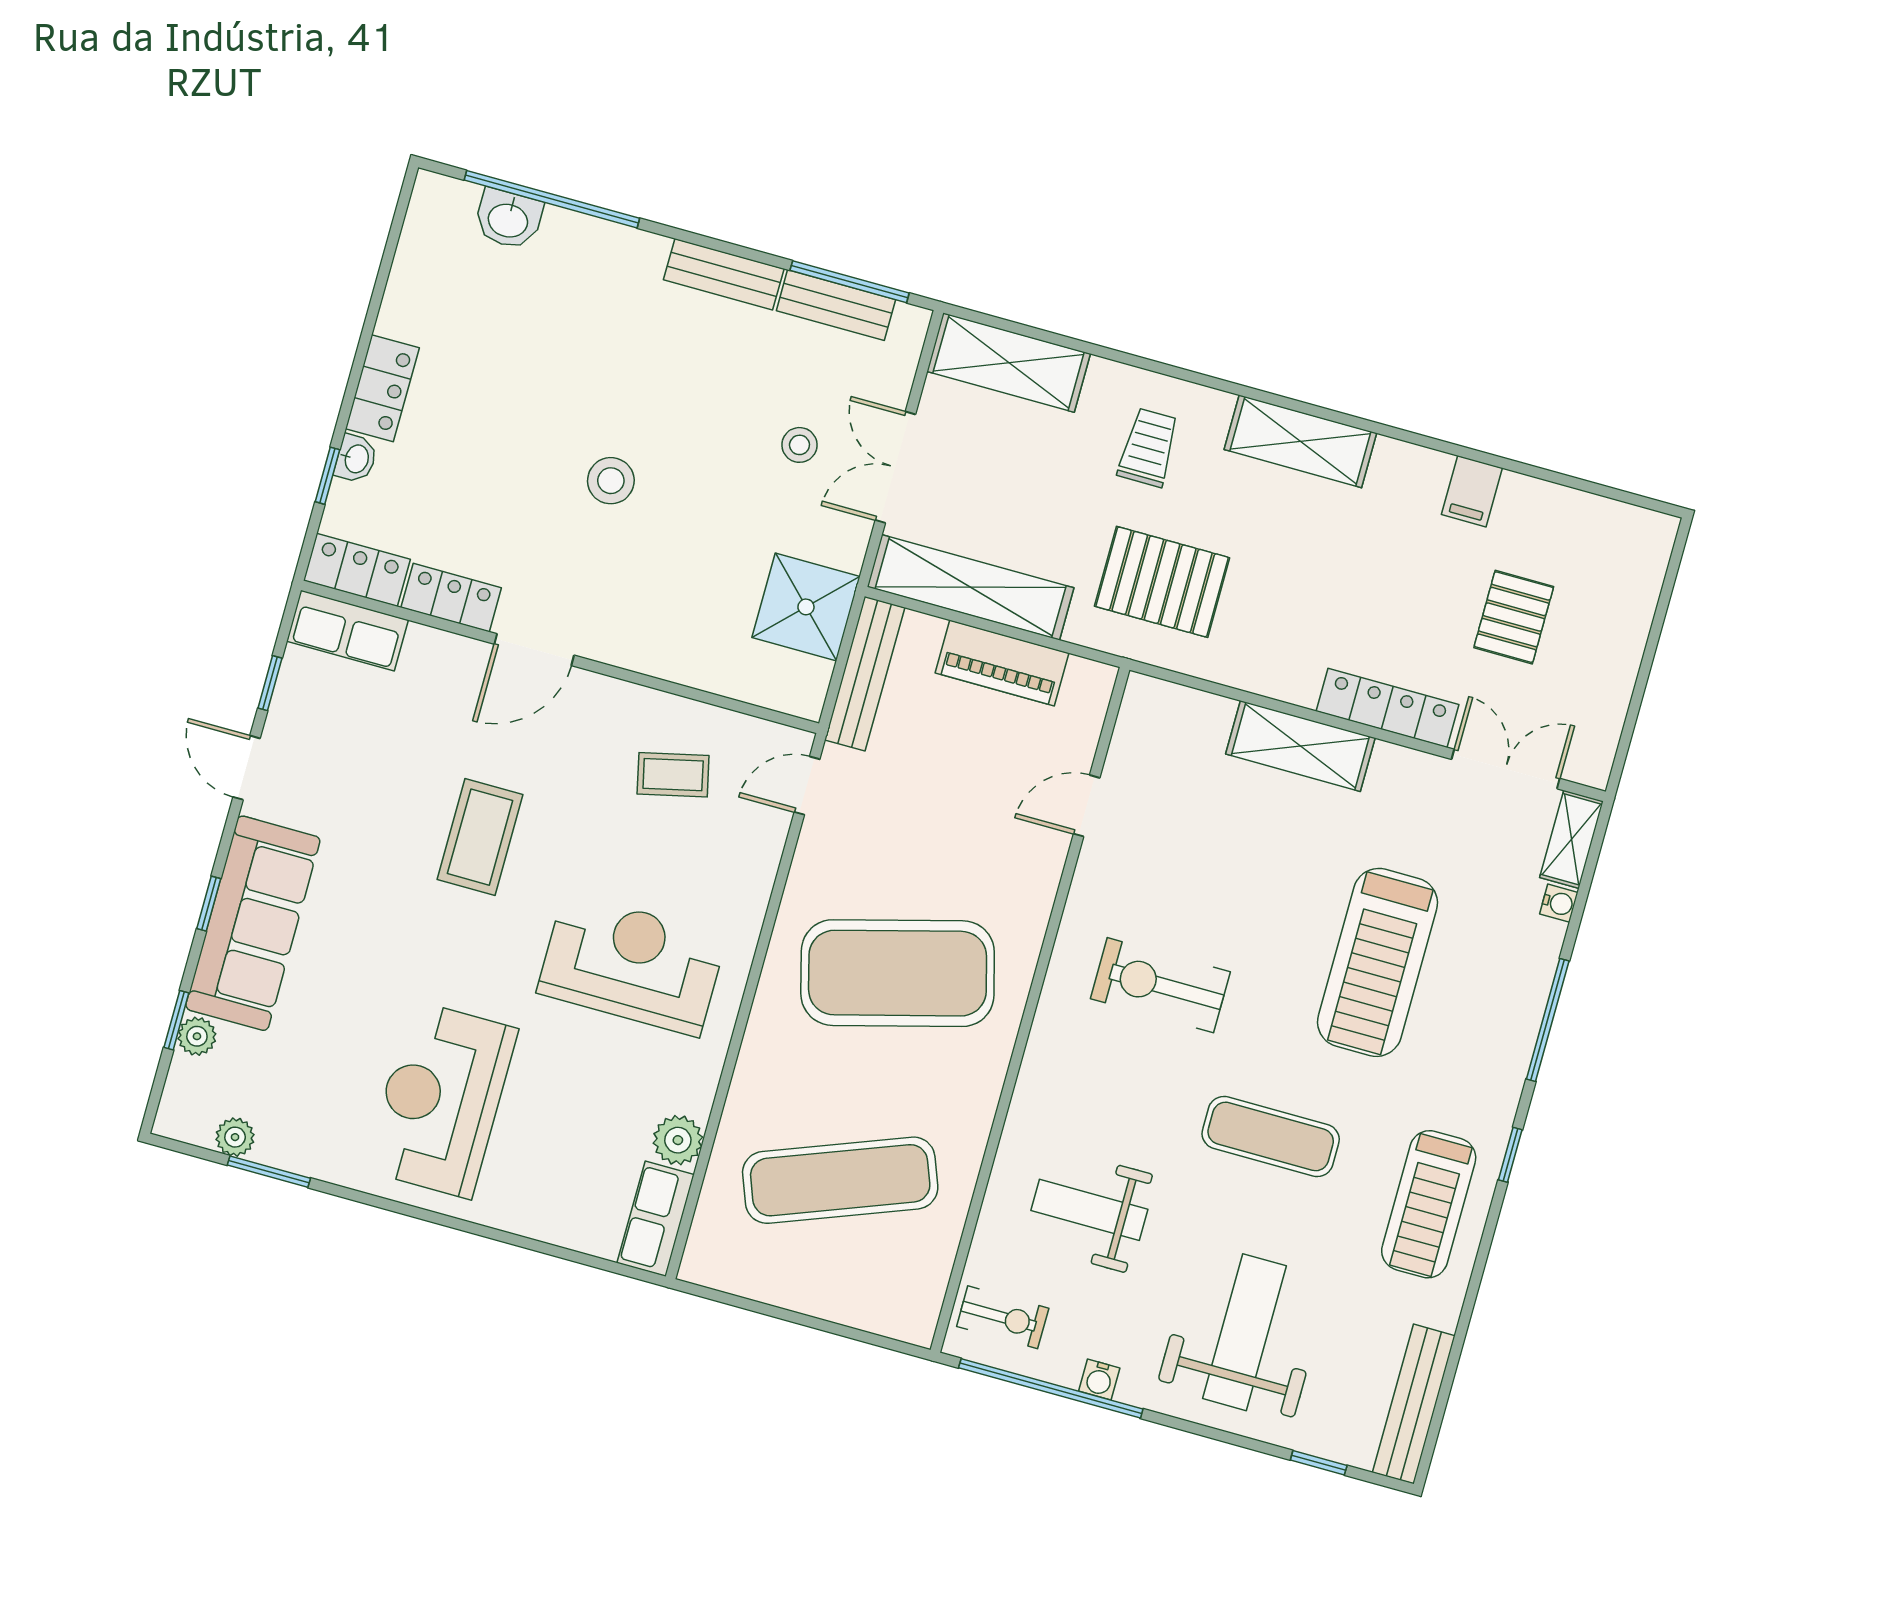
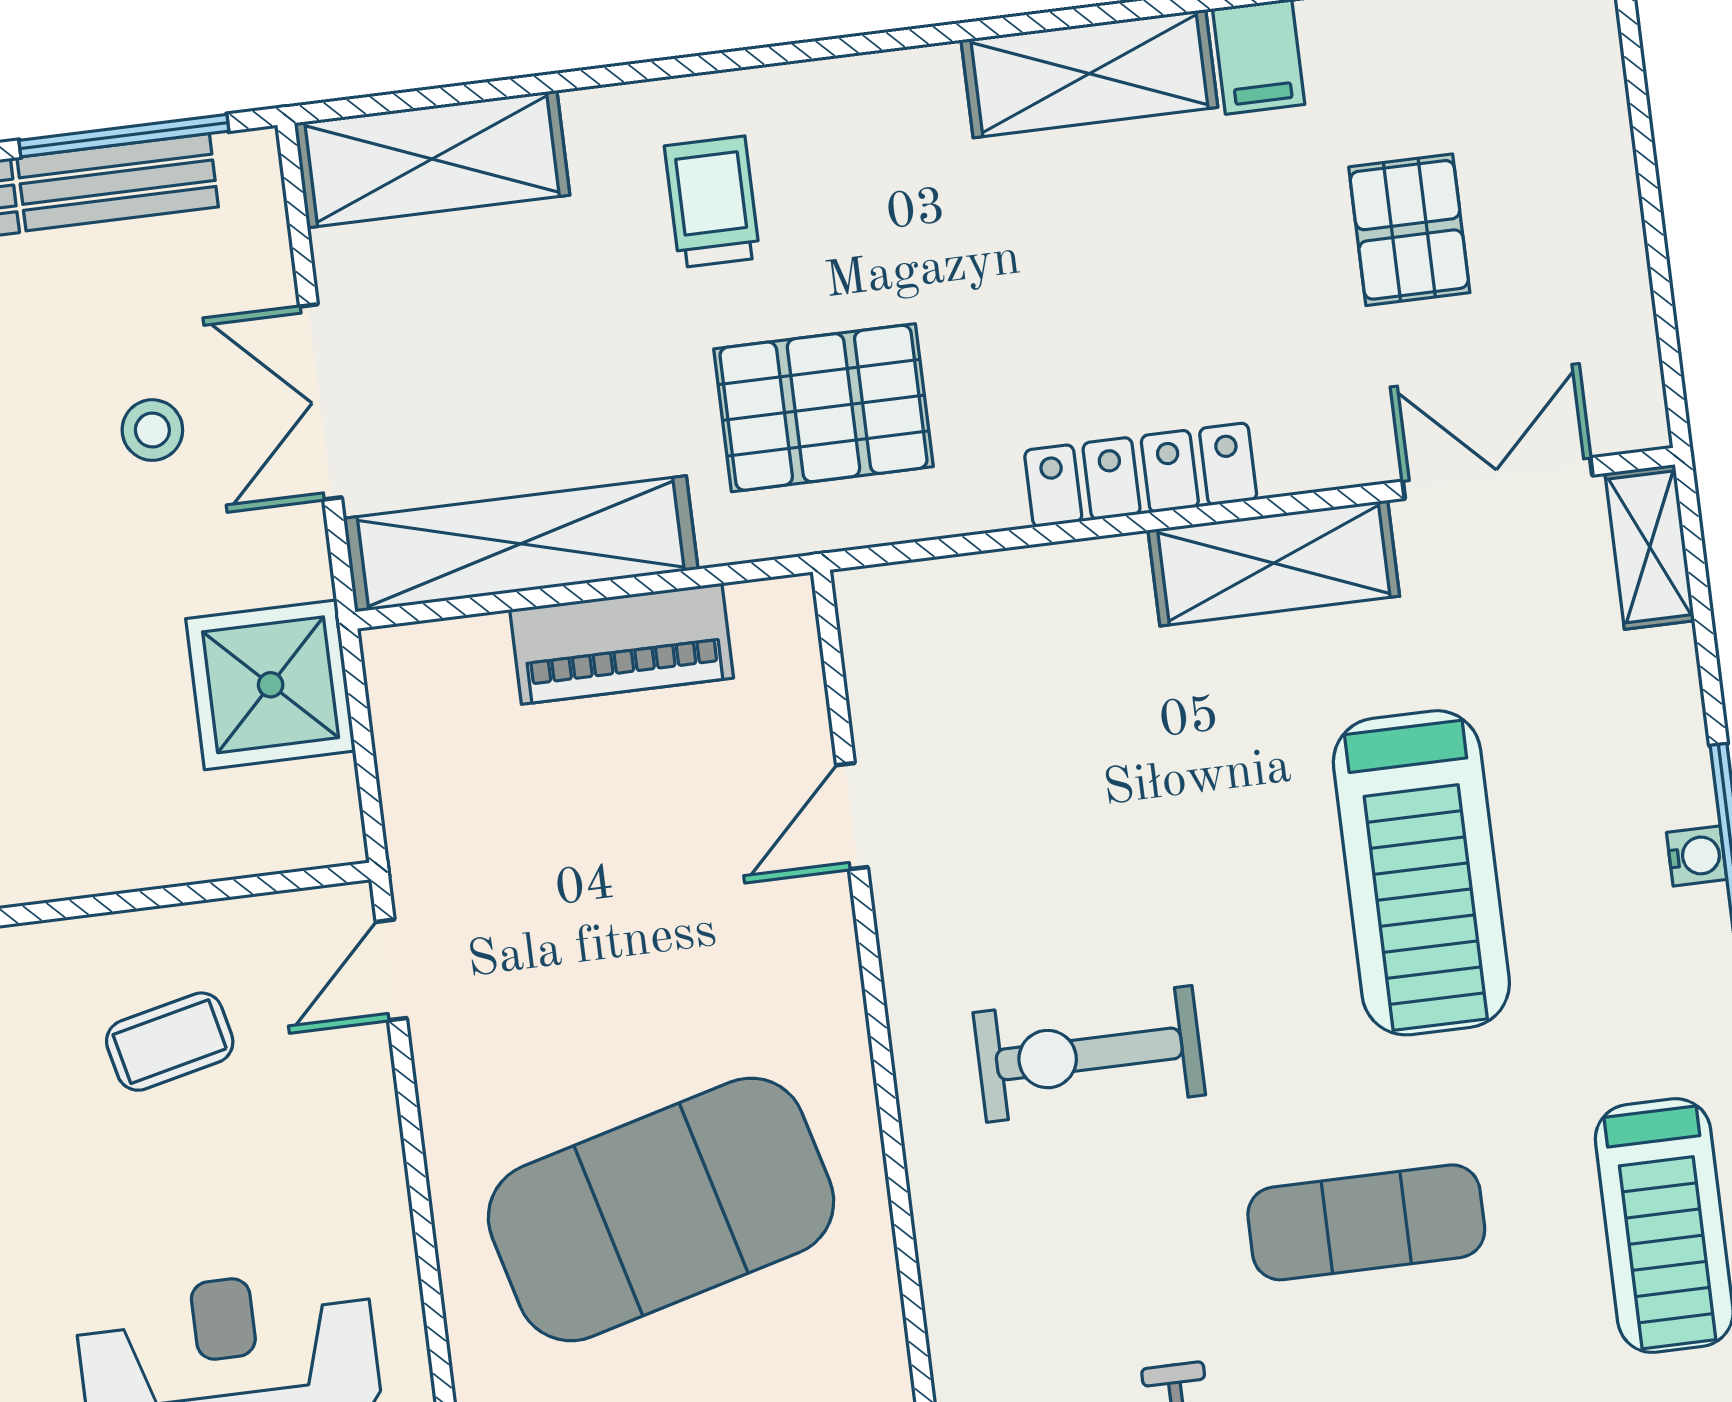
shelving: (1300, 441) -> (1089, 74), moved
bench: (865, 674) -> (409, 752), removed
locker: (1387, 708) -> (1141, 475), moved
shelving: (1300, 746) -> (1274, 563), moved
water cooler: (1559, 903) -> (1697, 856), moved

